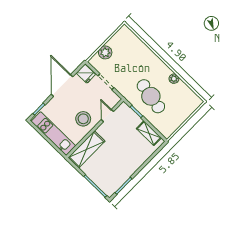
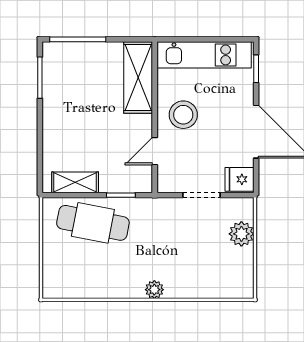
plant: (174, 79) -> (154, 290), moved
cafe table: (151, 96) -> (93, 223), moved
door: (107, 116) -> (155, 151), swing flipped

